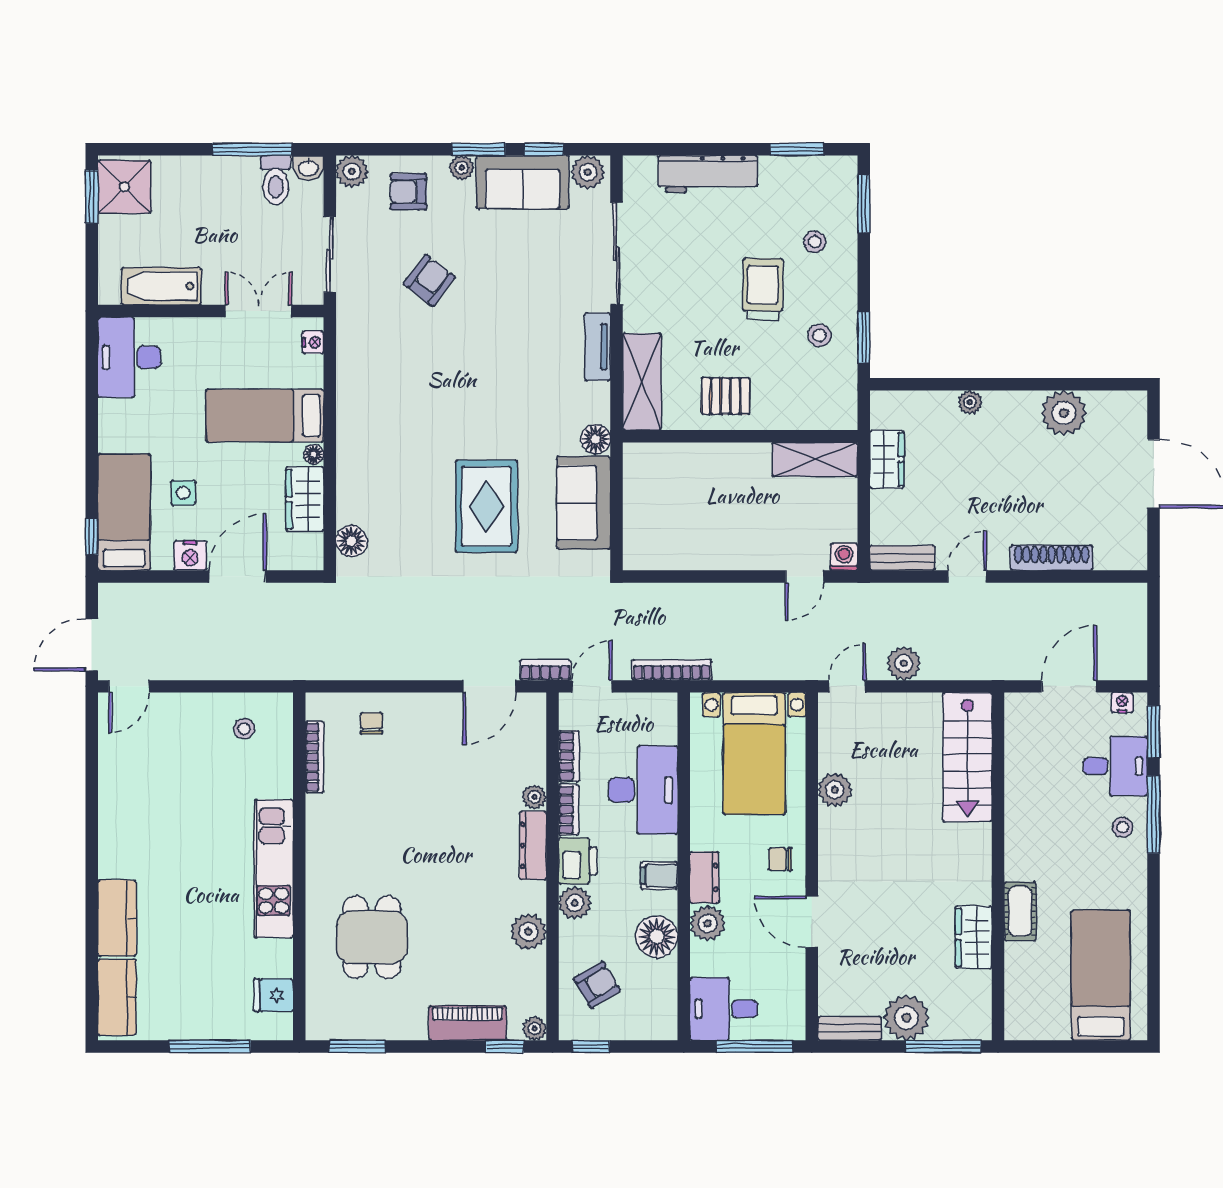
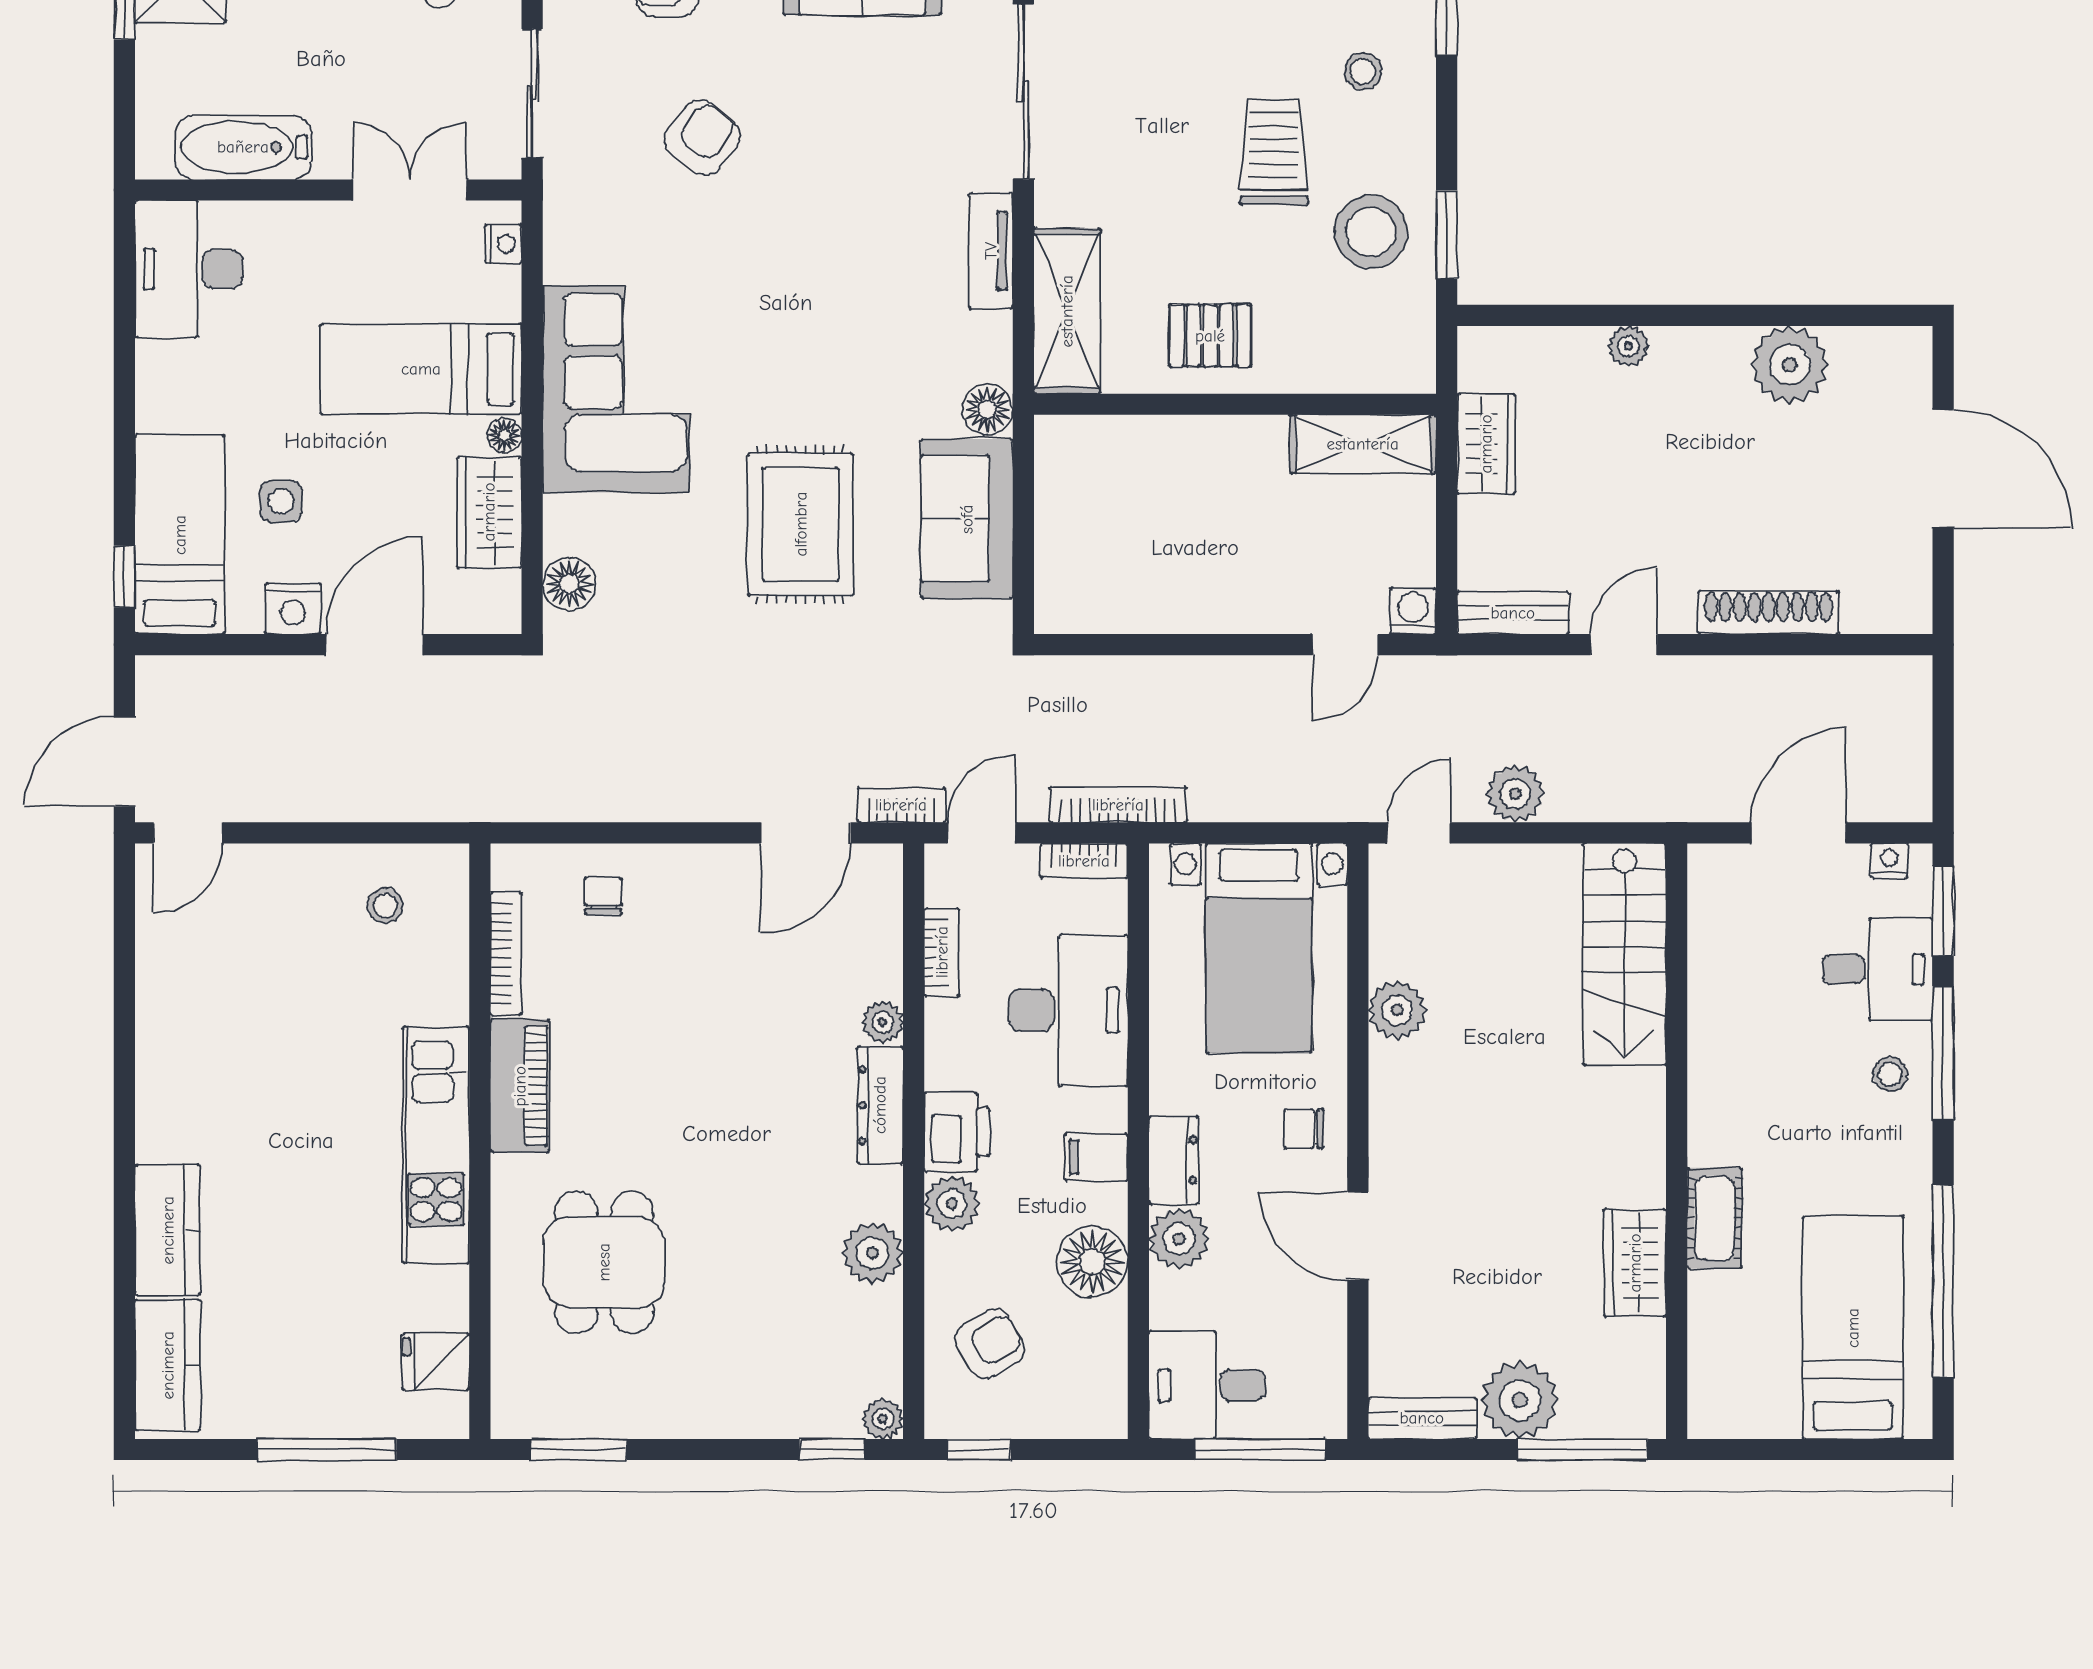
stool: (819, 335) -> (1371, 232), width x1.89, depth x1.89
corner sofa: (379, 427) -> (616, 389), added
bookcase: (569, 810) -> (1084, 861), moved, turned 90
window: (1154, 948) -> (1943, 1281), added
piano: (467, 1023) -> (520, 1086), moved, turned 90

